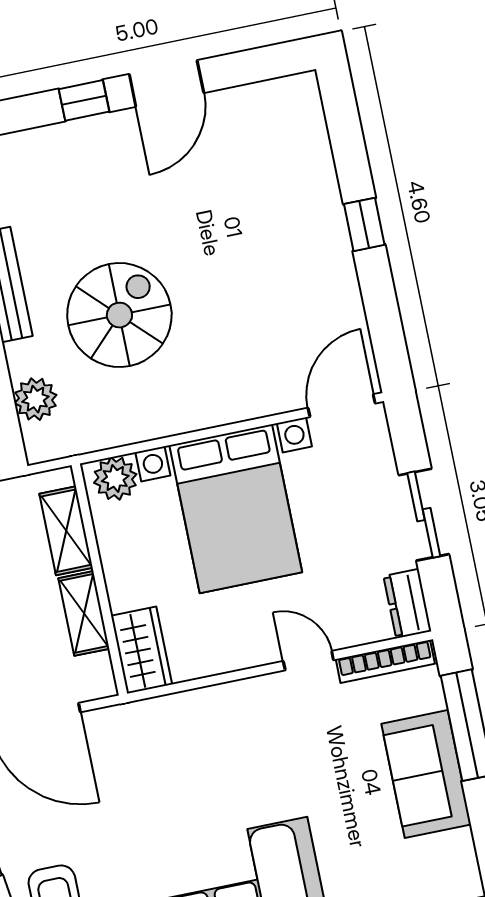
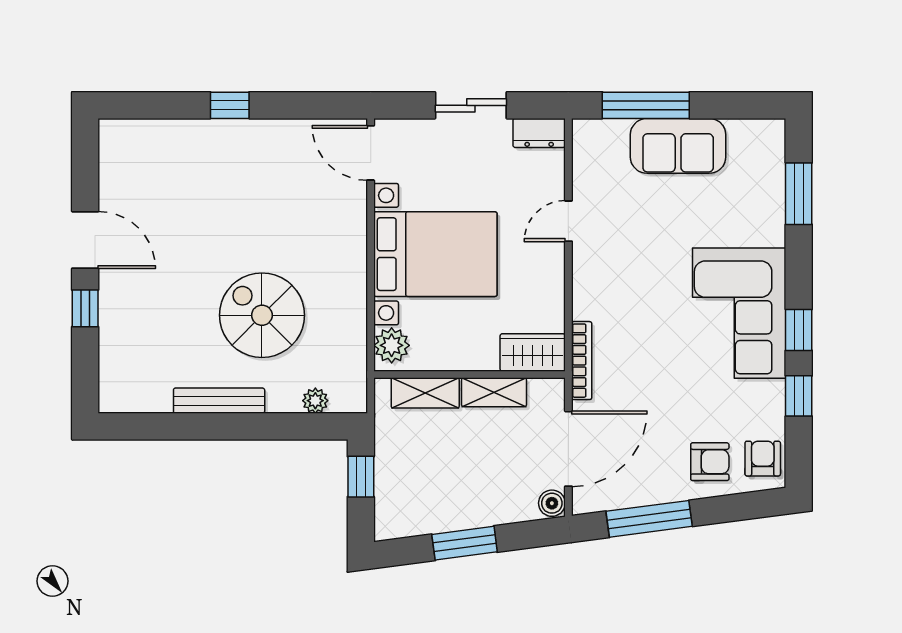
plant: (35, 399) -> (315, 401), width x0.73, depth x0.73
bookcase: (385, 661) -> (582, 361), moved

